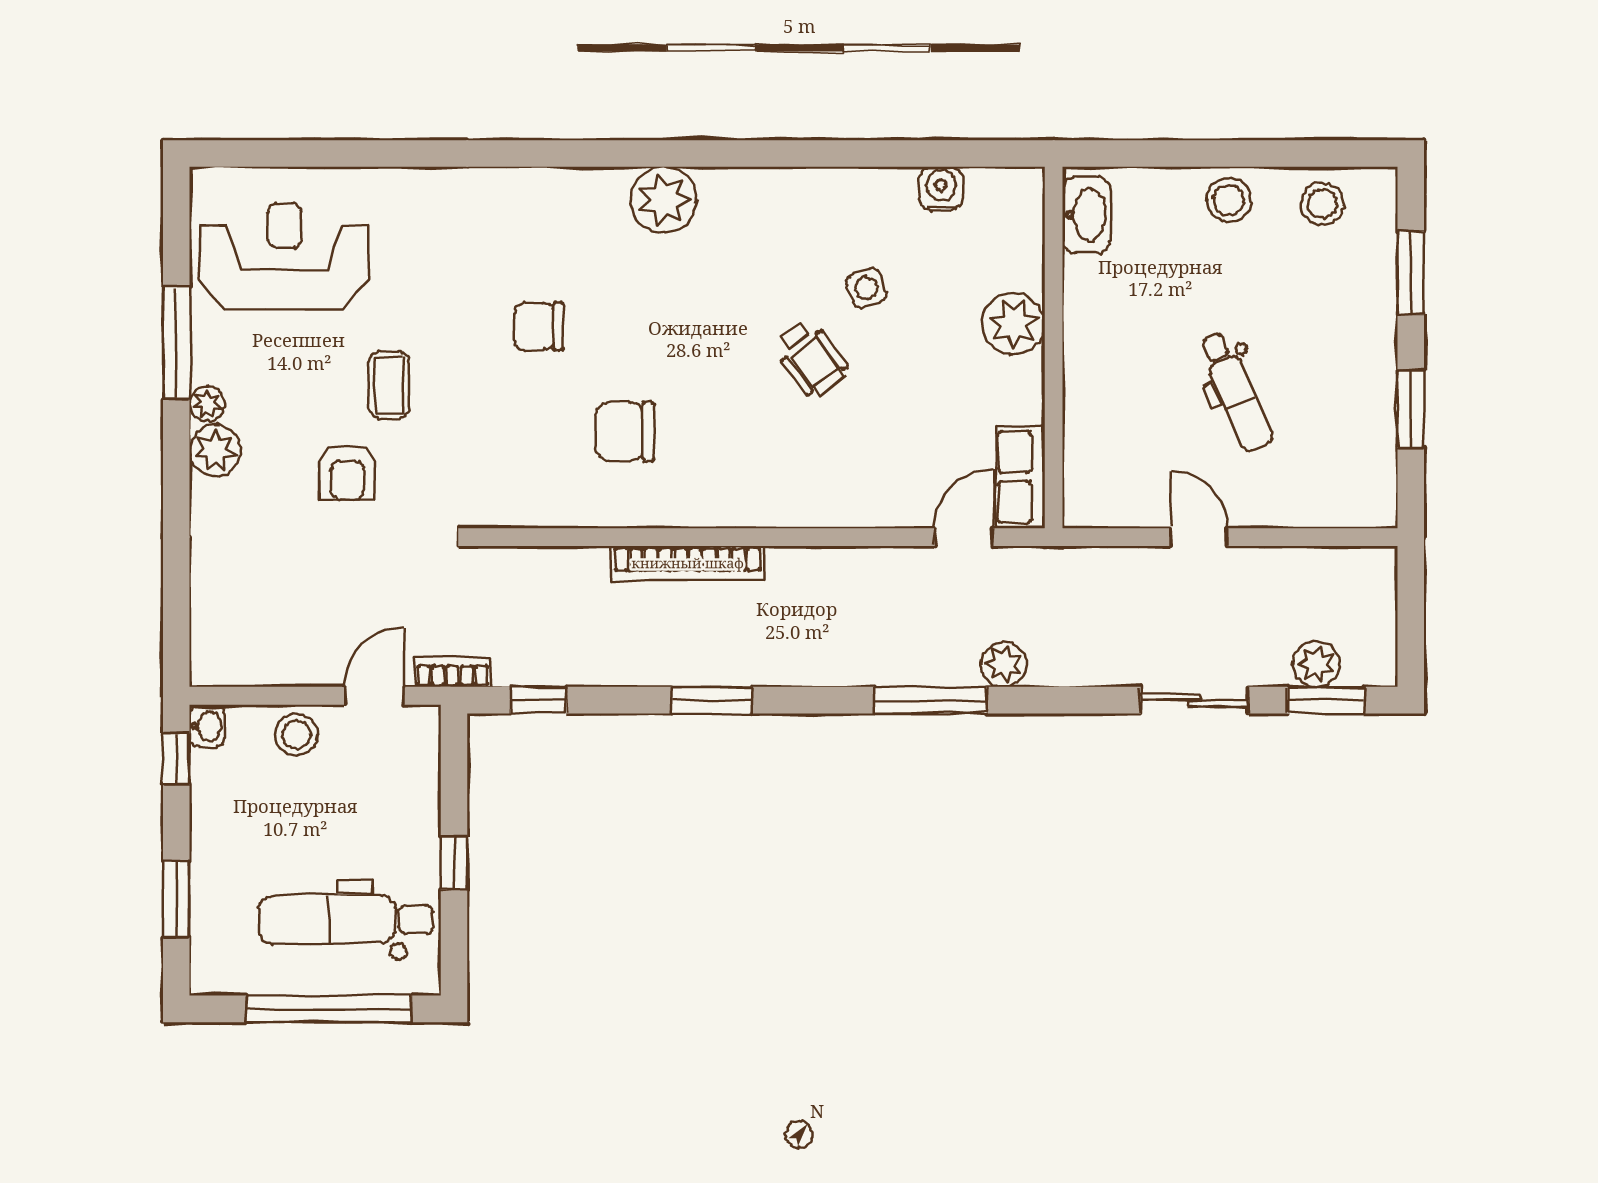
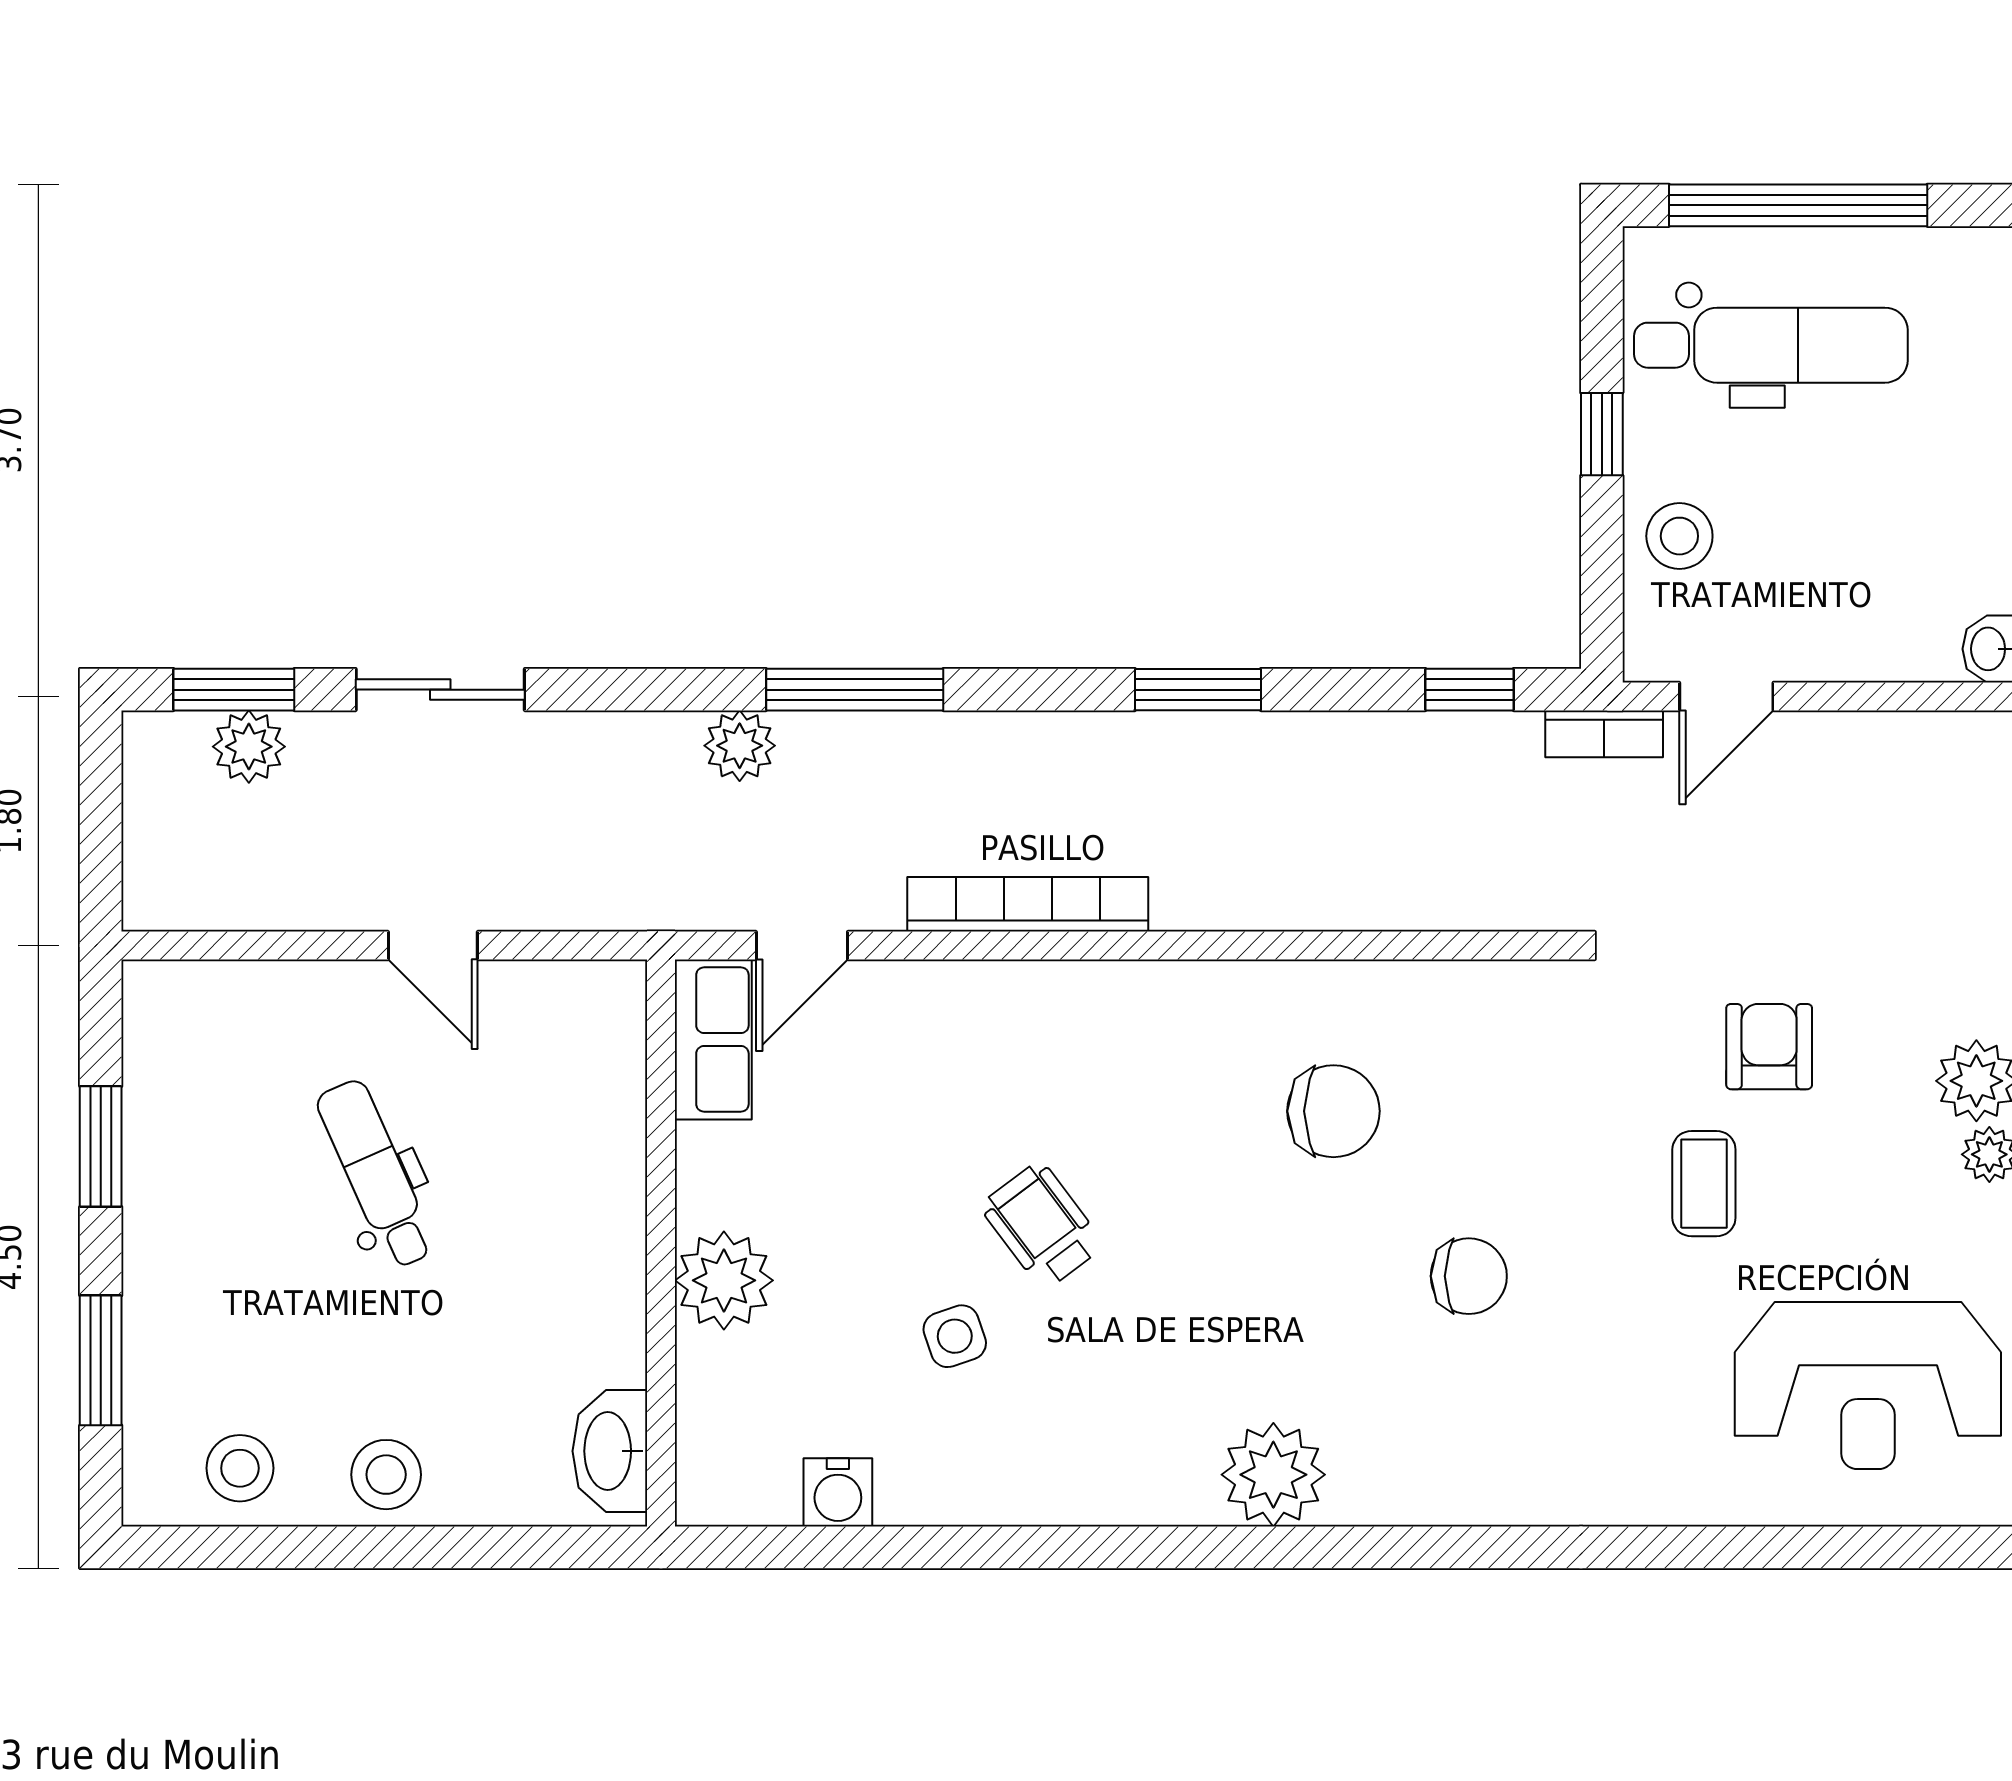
bookcase: (688, 563) -> (1028, 904), moved
stool: (296, 735) -> (1679, 536), moved

